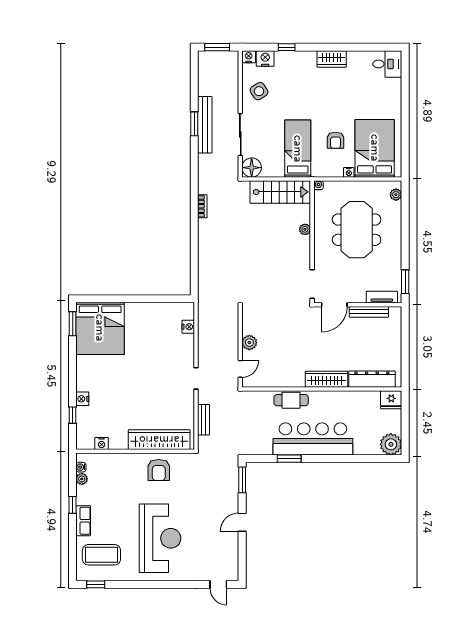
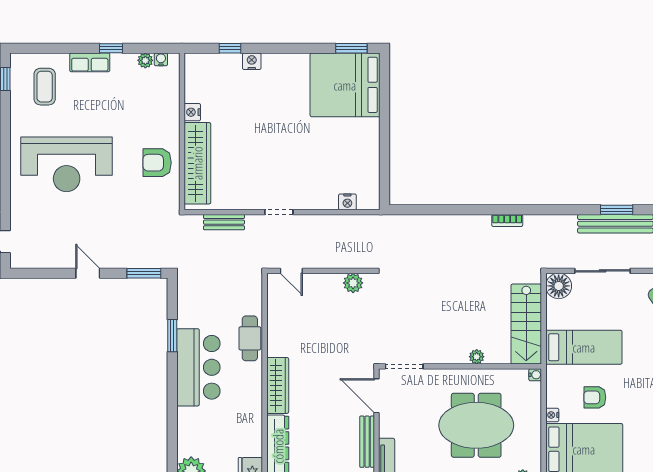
plant: (249, 343) -> (353, 283), moved
bar counter: (313, 439) -> (198, 367), width x0.73
nightstand: (102, 444) -> (192, 112), moved
coffee table: (101, 555) -> (45, 87), width x0.73, depth x0.76

